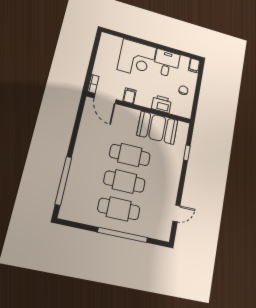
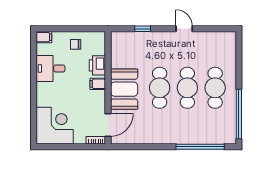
corner desk: (137, 59) -> (55, 126), moved
filing cabinet: (130, 96) -> (98, 84), moved
booth: (157, 128) -> (124, 89), moved
door: (176, 213) -> (184, 29), moved
window: (123, 235) -> (239, 114), moved

